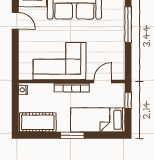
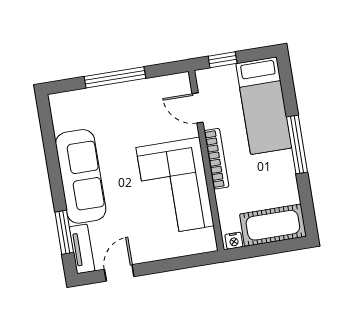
window: (128, 25) -> (115, 77), moved
cot: (38, 122) -> (273, 225), moved, turned 90
window: (72, 135) -> (297, 145), width x1.44

